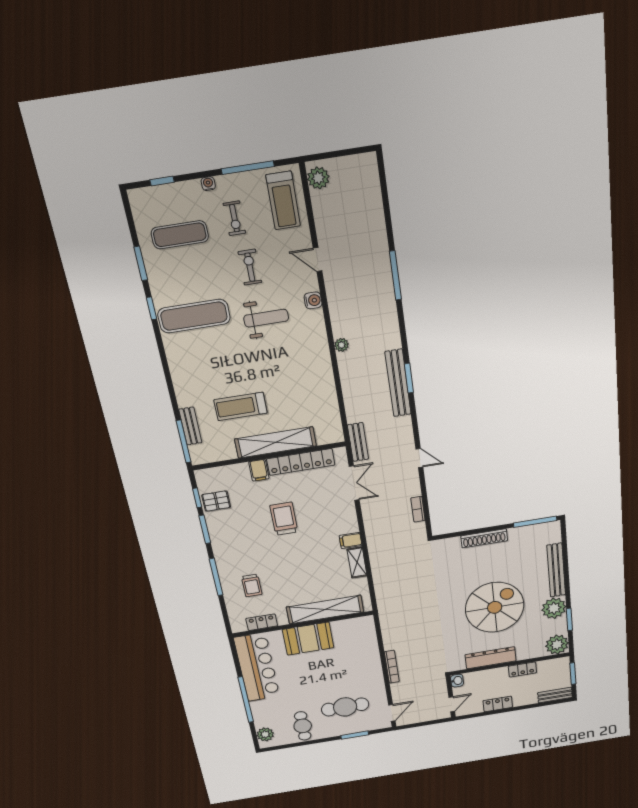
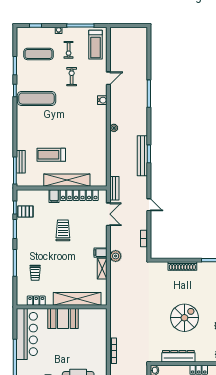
plant: (318, 178) -> (116, 256), moved
door: (318, 259) -> (108, 78), swing flipped
weight bench: (266, 318) -> (75, 106), removed
spiral stairs: (495, 607) -> (184, 318), width x0.73, depth x0.73

